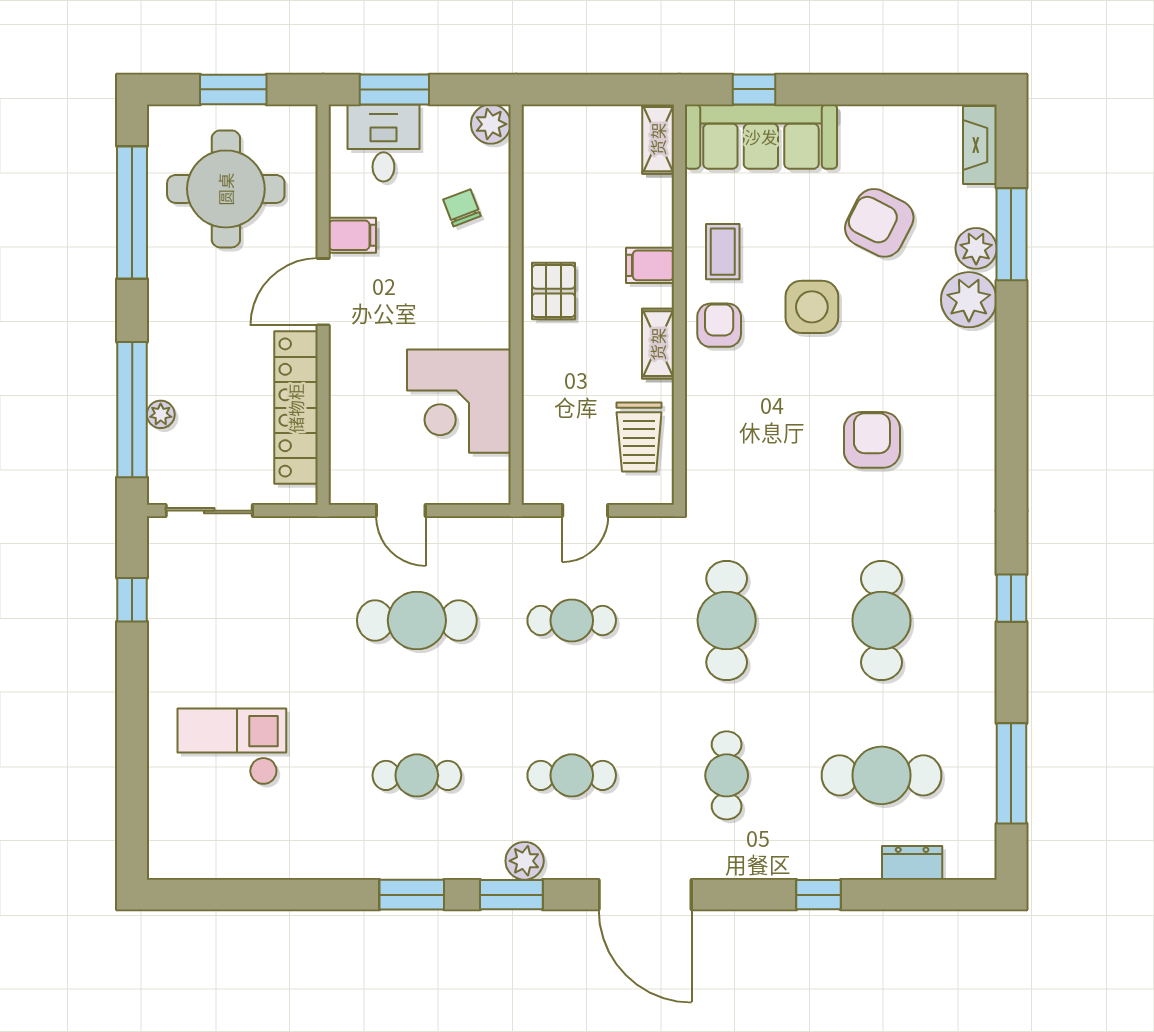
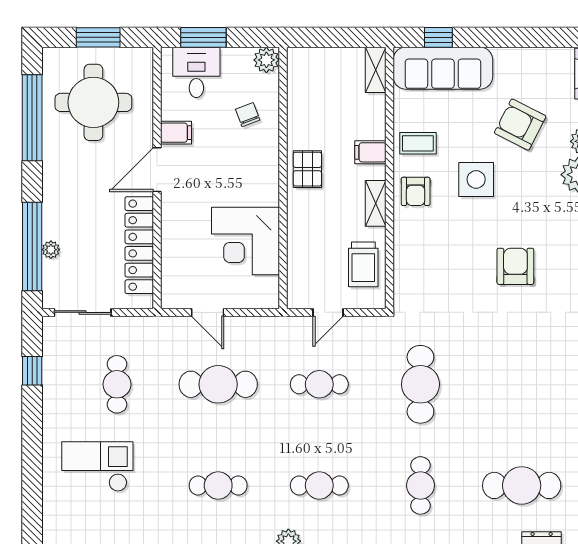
coffee table: (723, 252) -> (418, 143), turned 90
armchair: (719, 325) -> (416, 191), turned 180
cafe table: (882, 620) -> (117, 384), moved, width x0.73, depth x0.74

